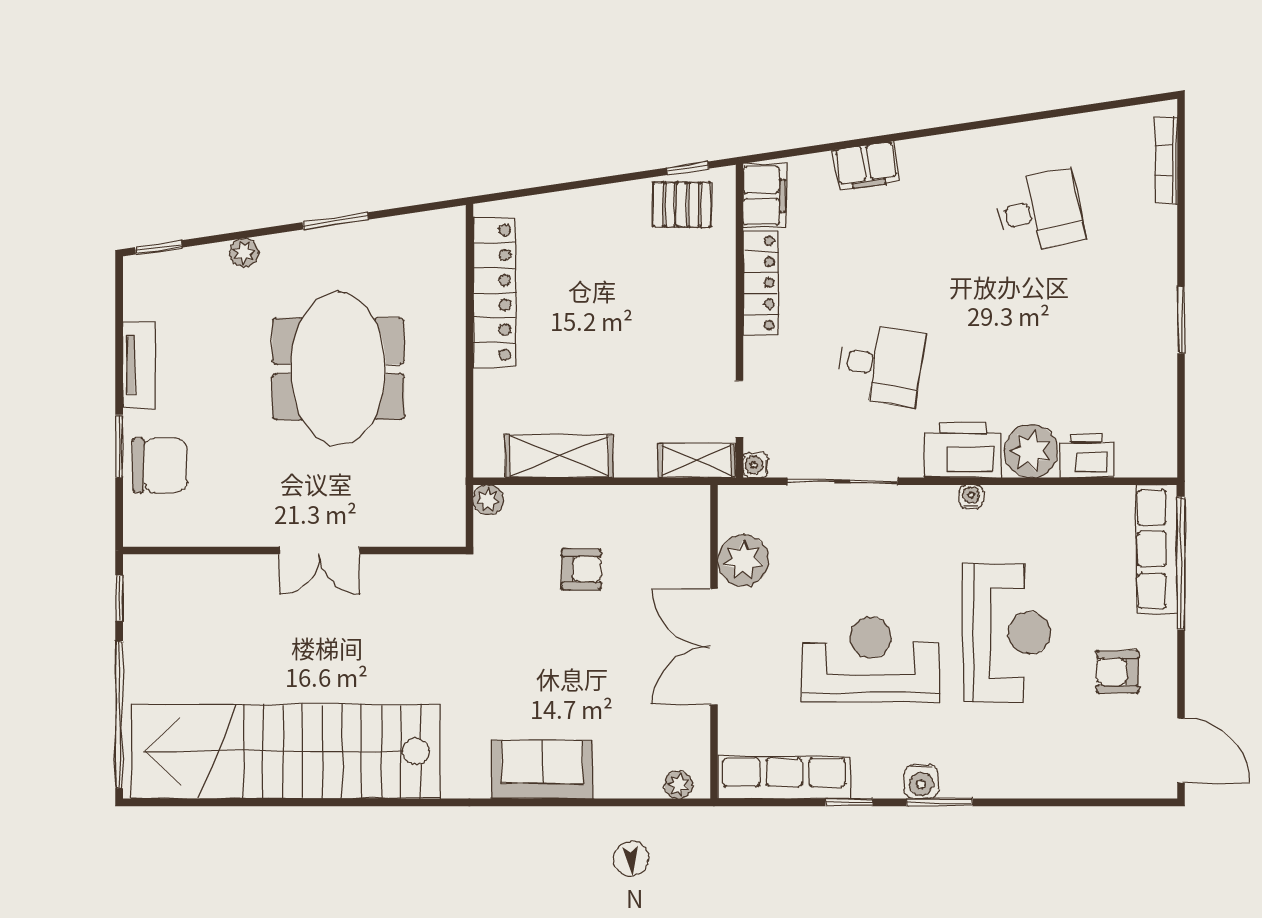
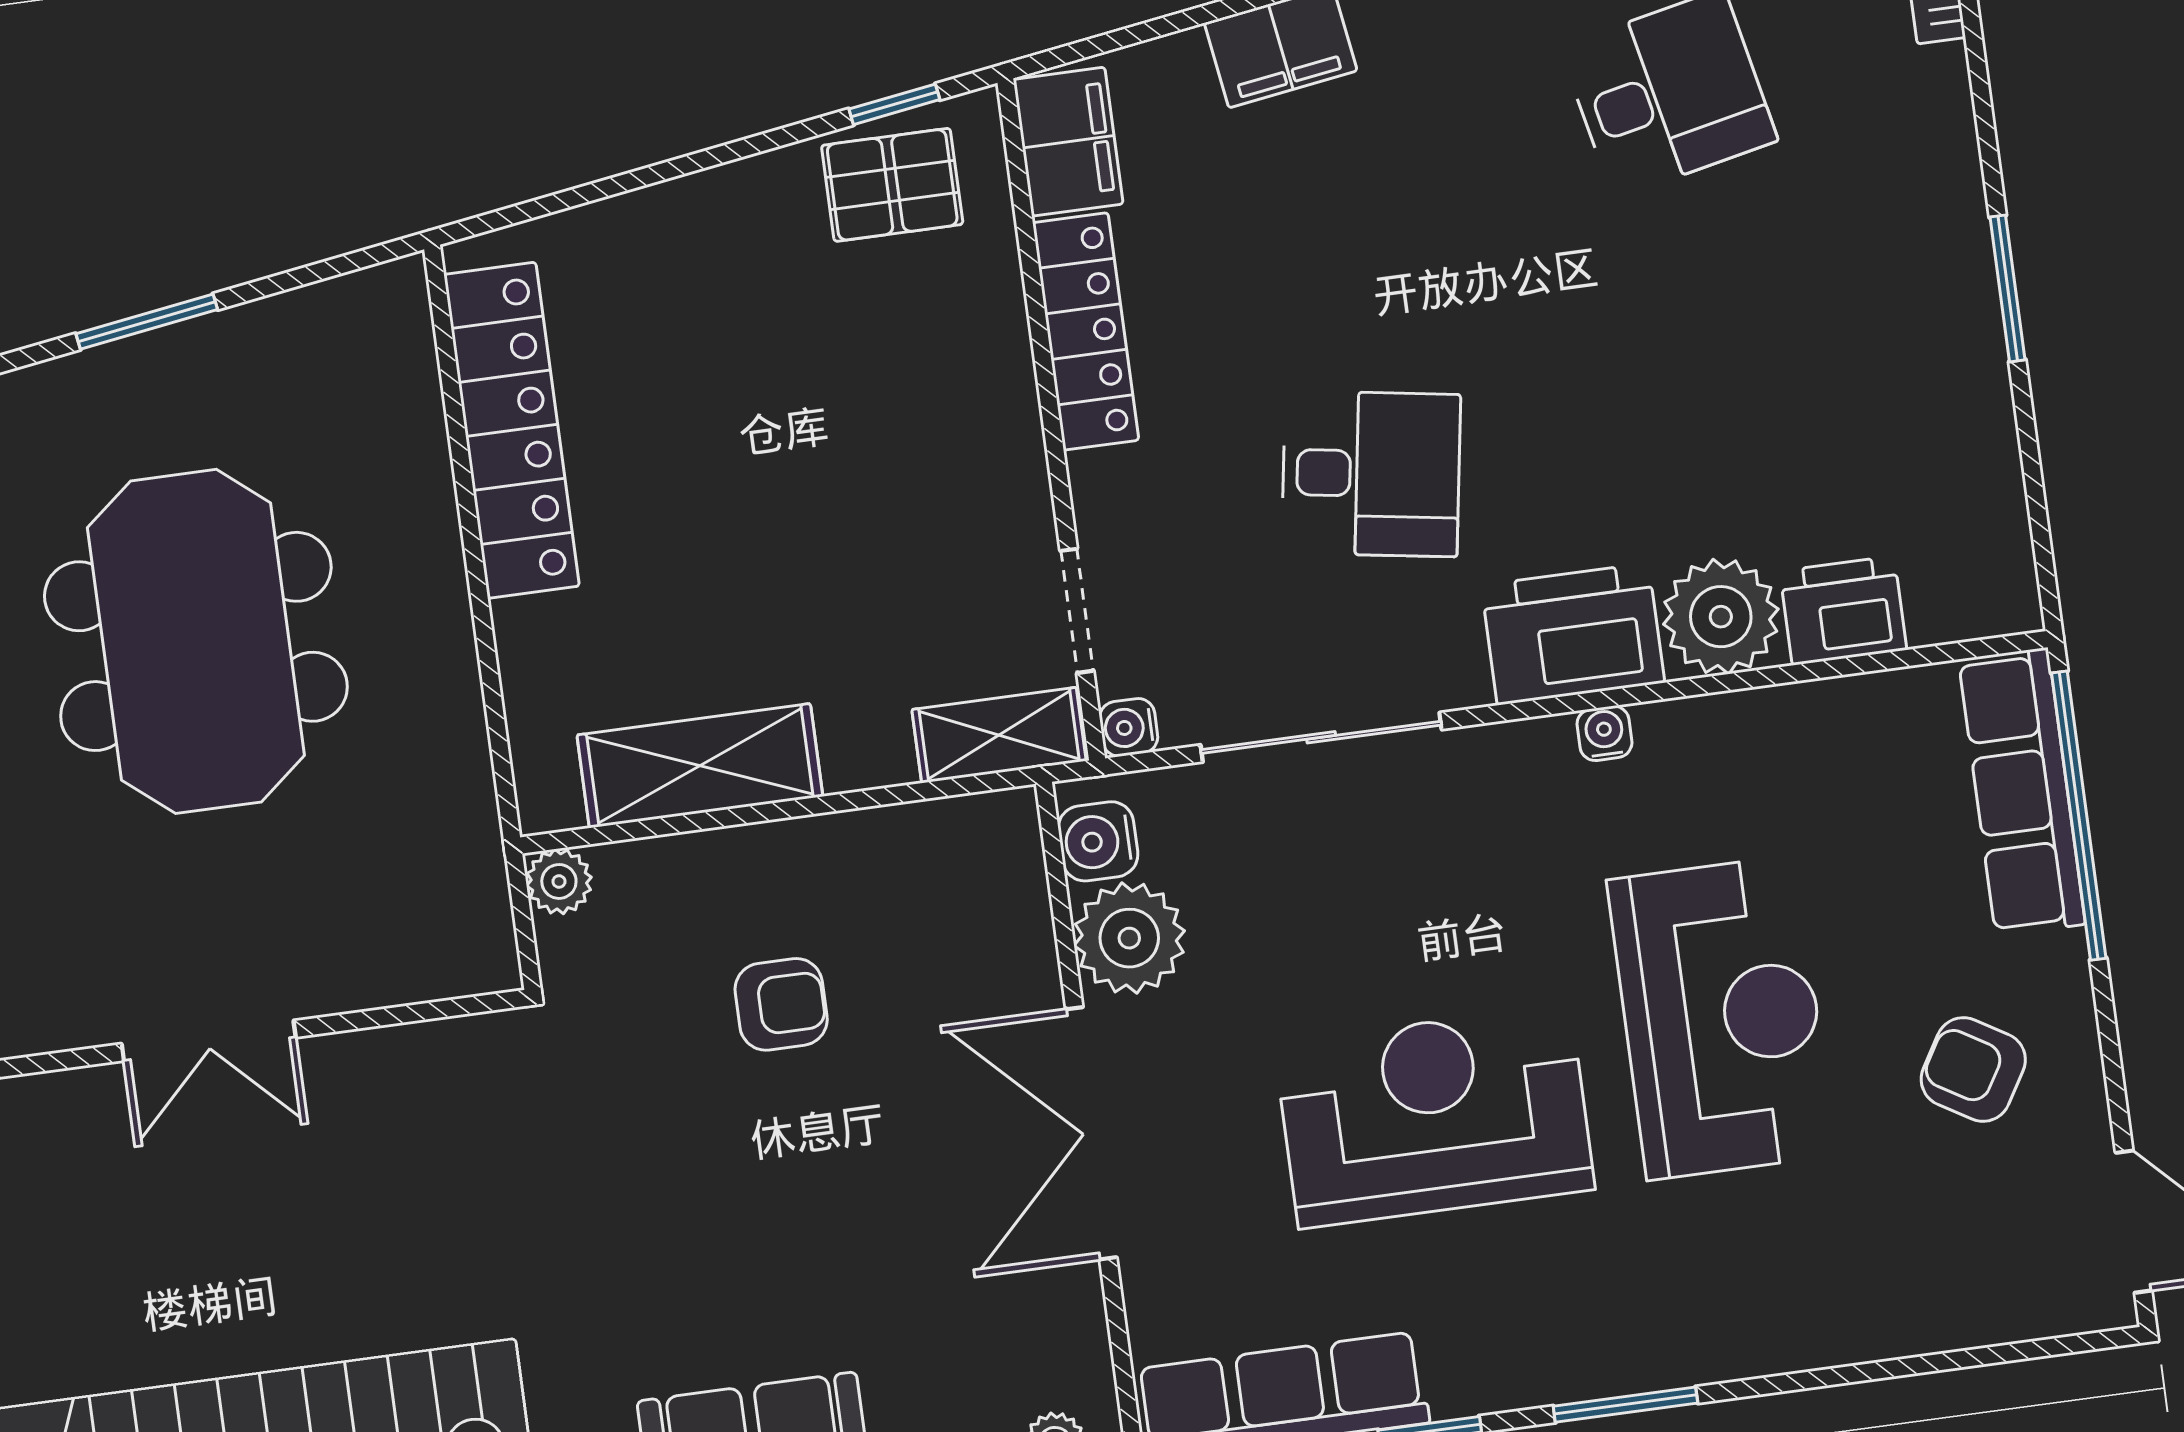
armchair: (1118, 672) -> (1973, 1069), turned 31
water cooler: (921, 781) -> (1098, 841), moved, turned 90

